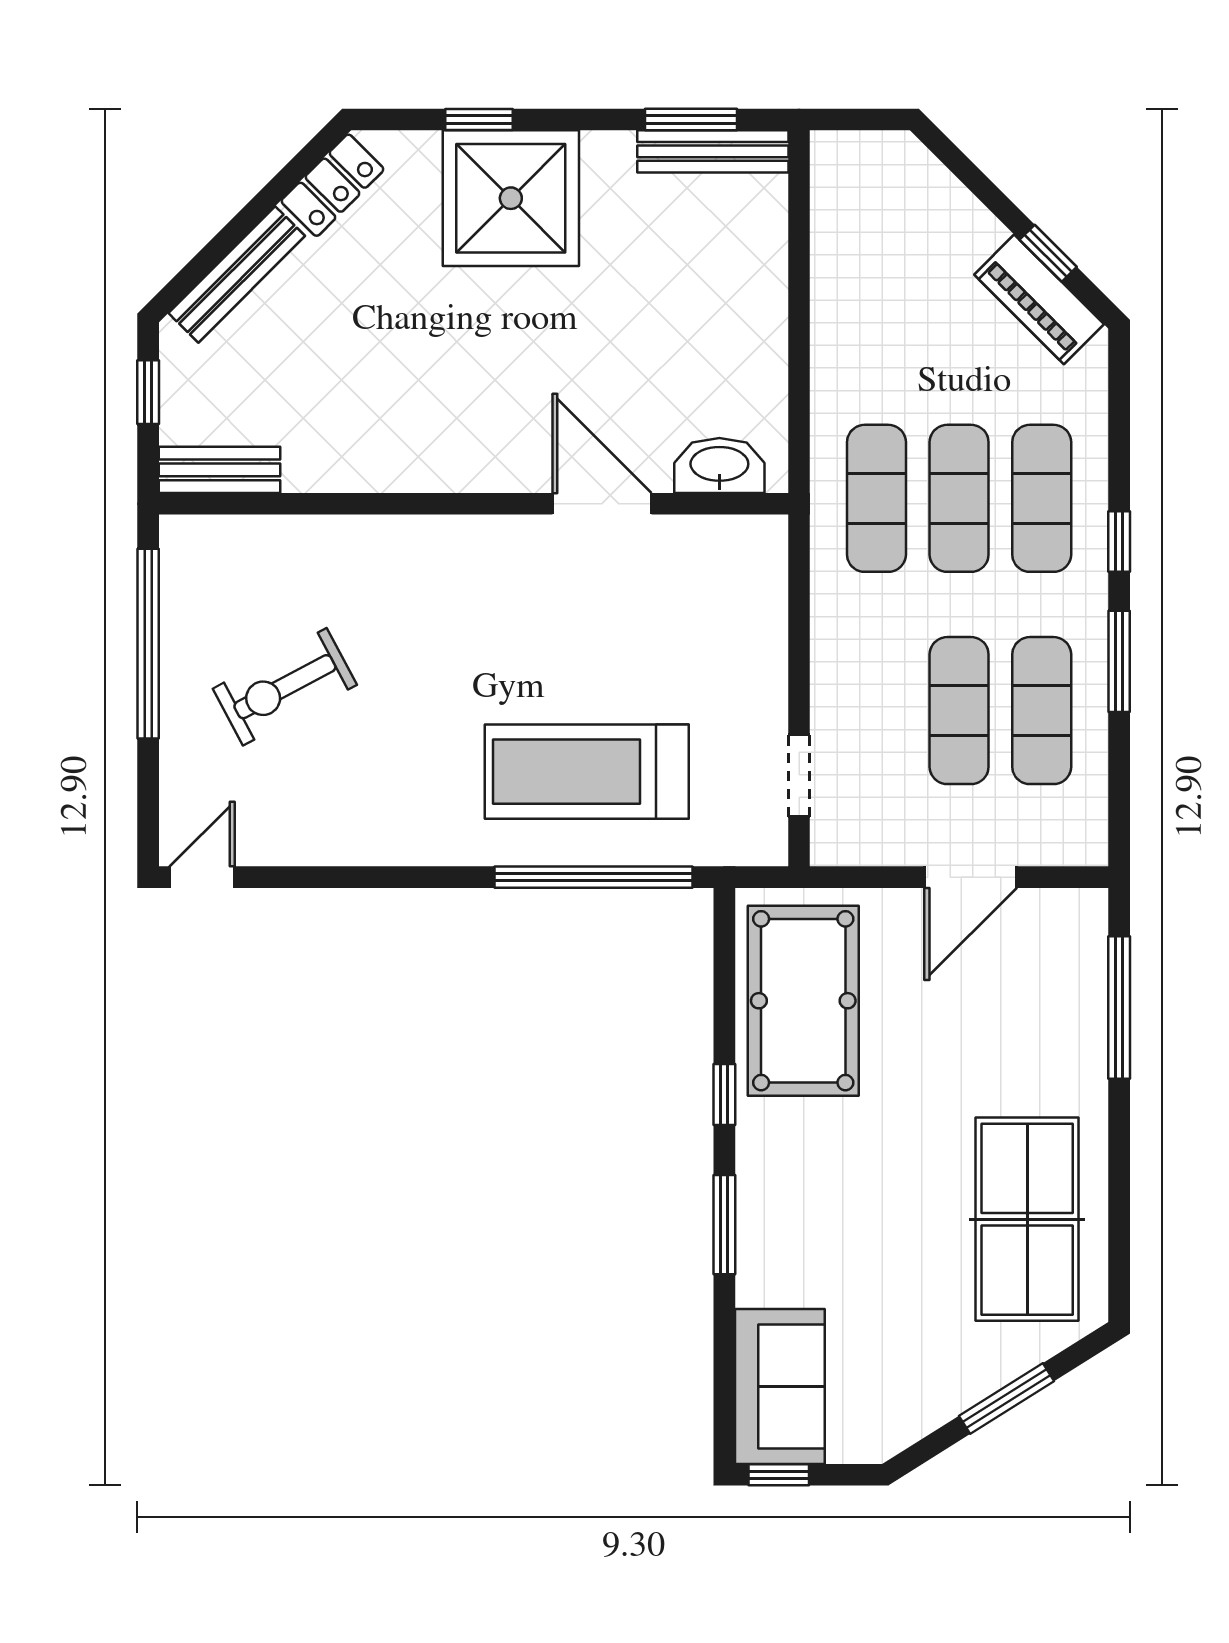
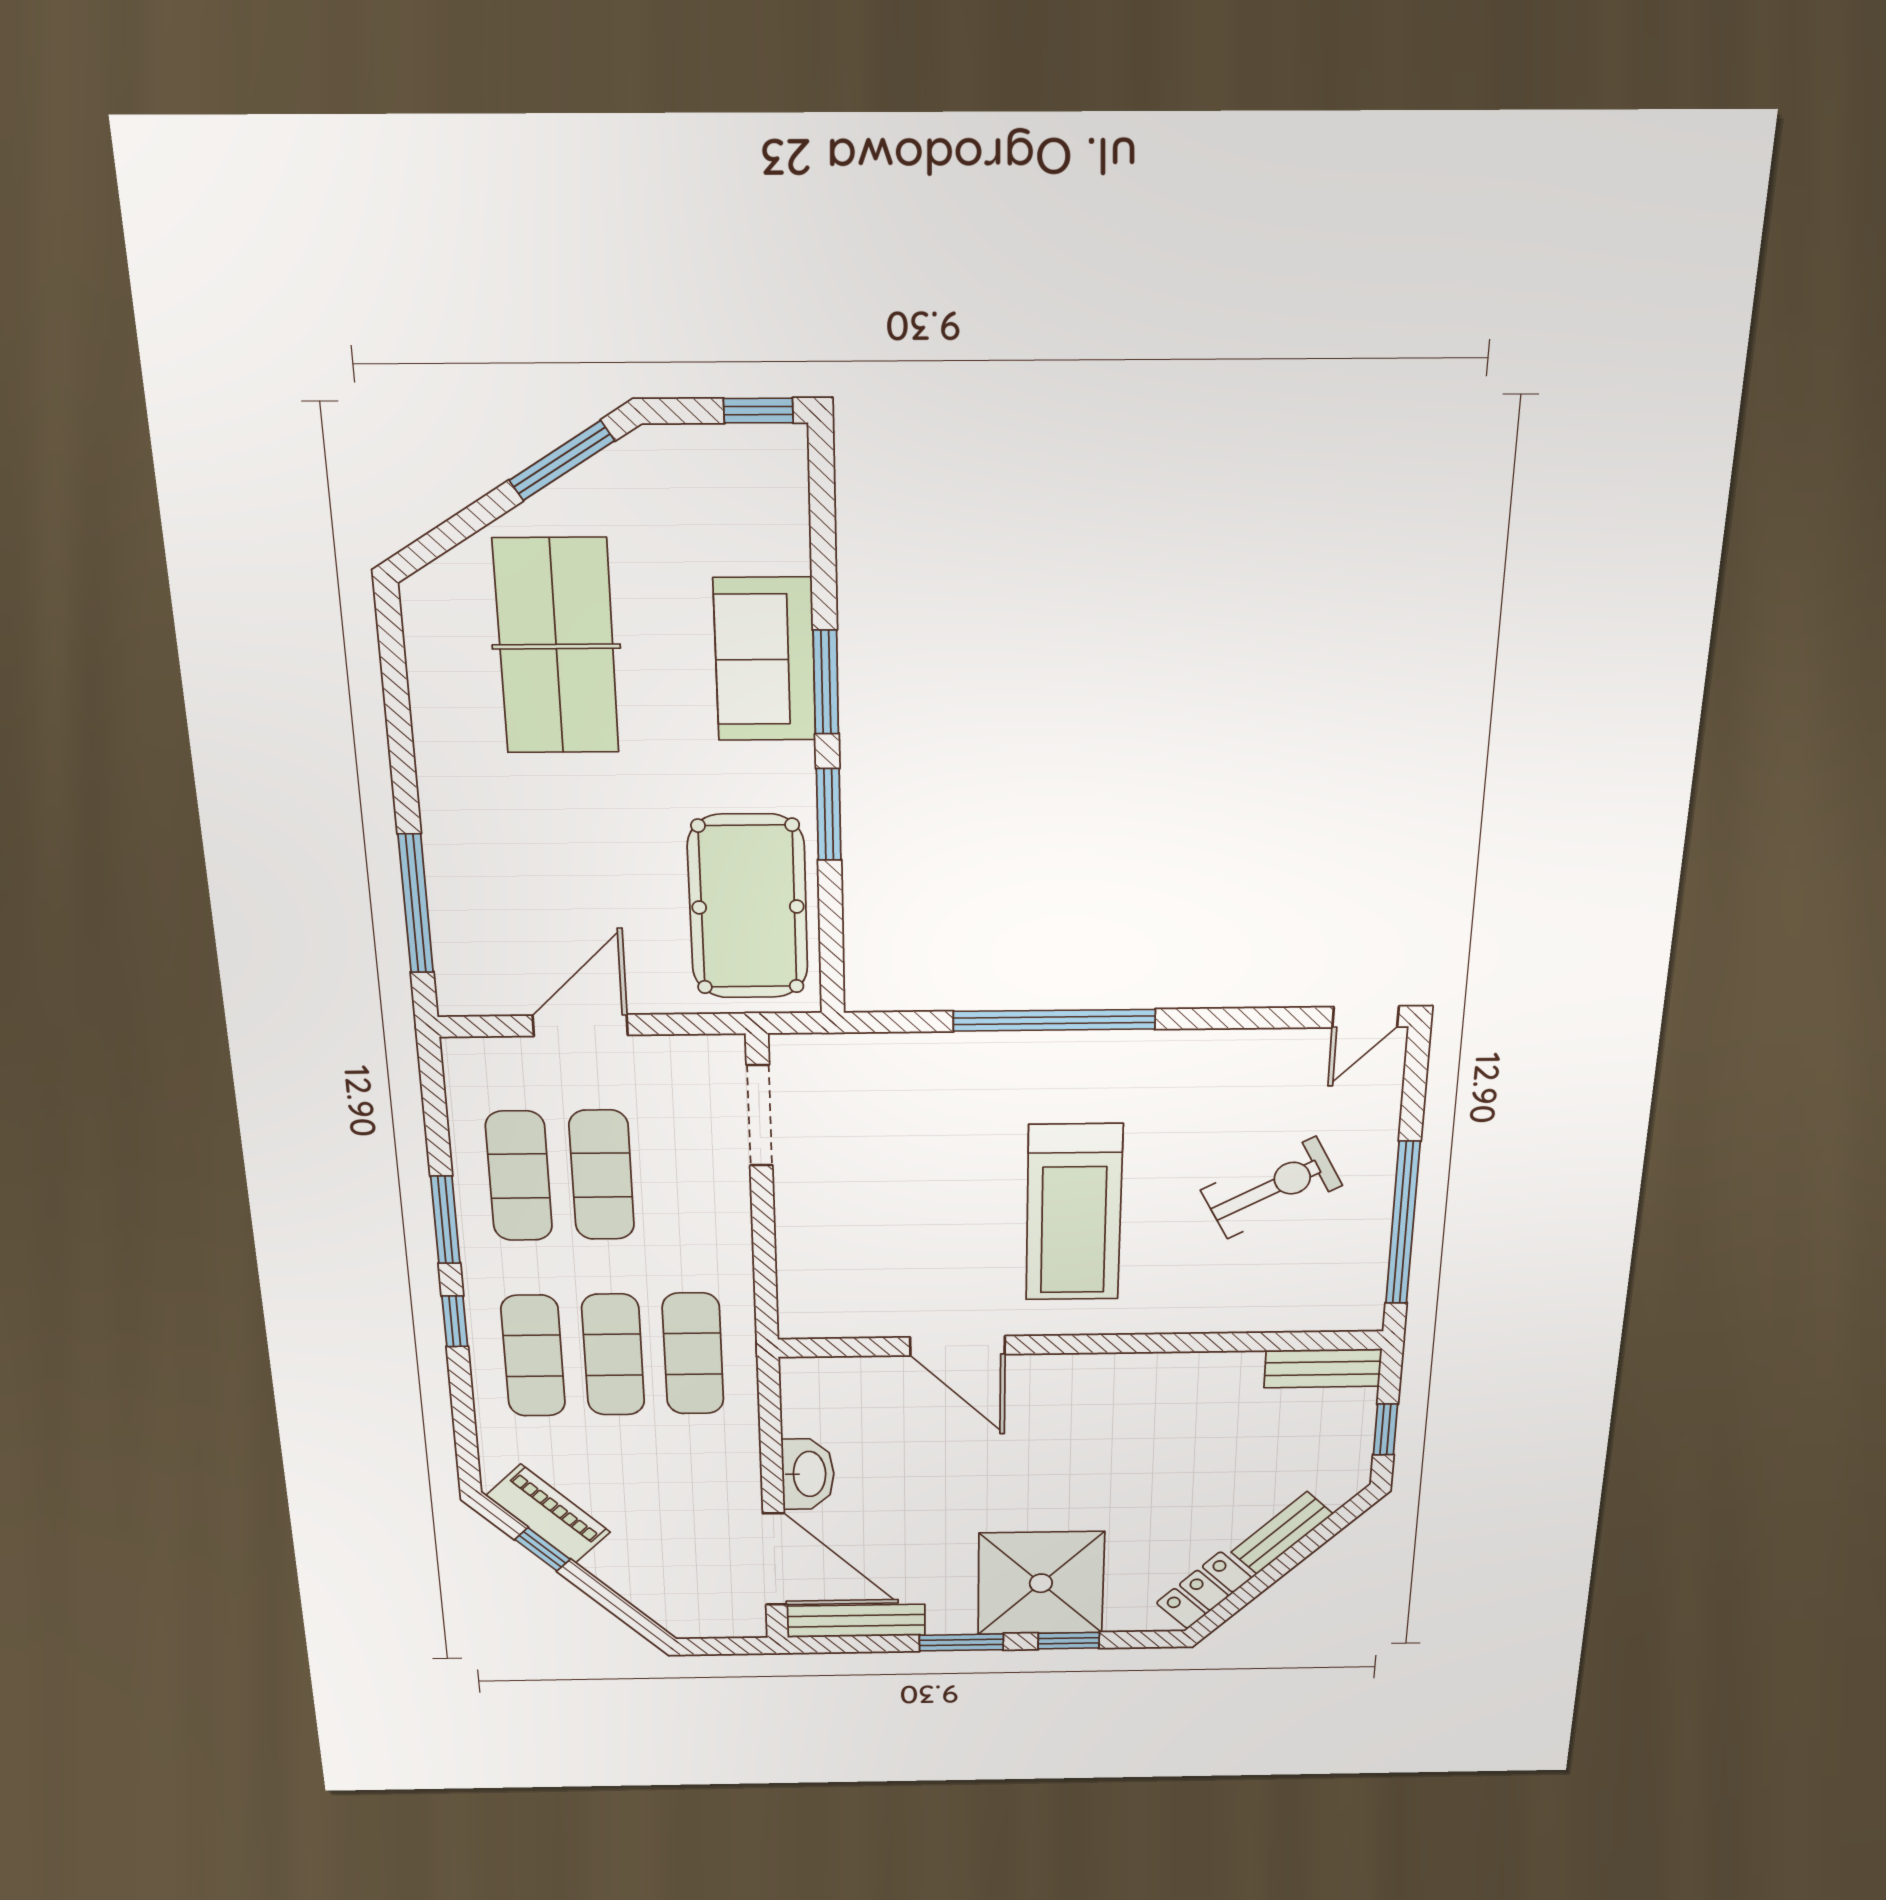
window: (691, 120) -> (961, 1642), moved
door: (799, 236) -> (775, 1559), added
bench: (237, 274) -> (1282, 1533), width x0.73
washbasin: (719, 466) -> (808, 1474), moved, turned -90
treadmill: (587, 772) -> (1074, 1213), moved, turned 90
doorway: (799, 776) -> (760, 1115), width x1.38
window: (594, 877) -> (1054, 1020), moved
window: (724, 1094) -> (829, 814), width x1.50
table tennis table: (1027, 1219) -> (556, 647), moved
sofa: (780, 1386) -> (765, 659), moved
window: (1006, 1399) -> (562, 461), moved

